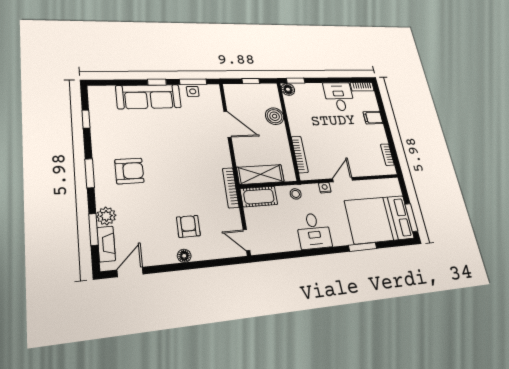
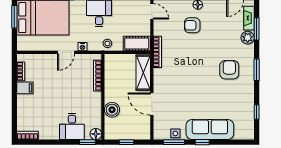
desk: (339, 97) -> (72, 126), moved
filing cabinet: (373, 118) -> (25, 88), moved
armchair: (129, 171) -> (229, 70), turned 90
shelving: (260, 174) -> (143, 73), moved, turned 90
armchair: (188, 226) -> (192, 25), turned 90

